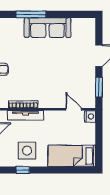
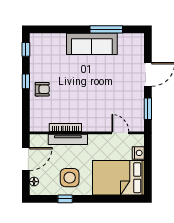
window: (31, 14) -> (106, 29), moved
nightstand: (90, 116) -> (138, 153), moved
bed: (72, 156) -> (118, 178), width x1.50

